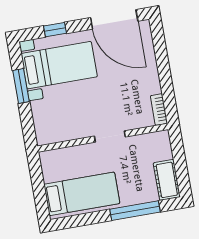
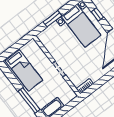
window: (21, 86) -> (53, 19), moved

